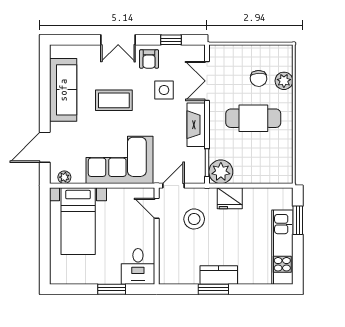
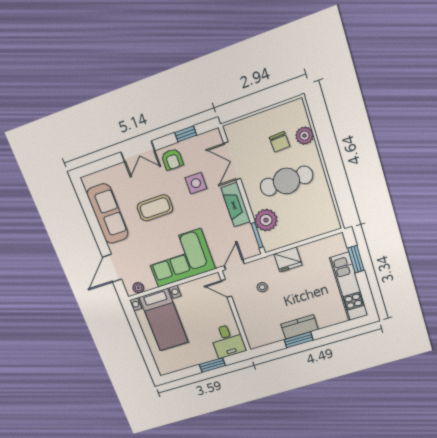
plant: (221, 172) -> (266, 220), moved
stool: (194, 219) -> (262, 287), width x0.53, depth x0.53

